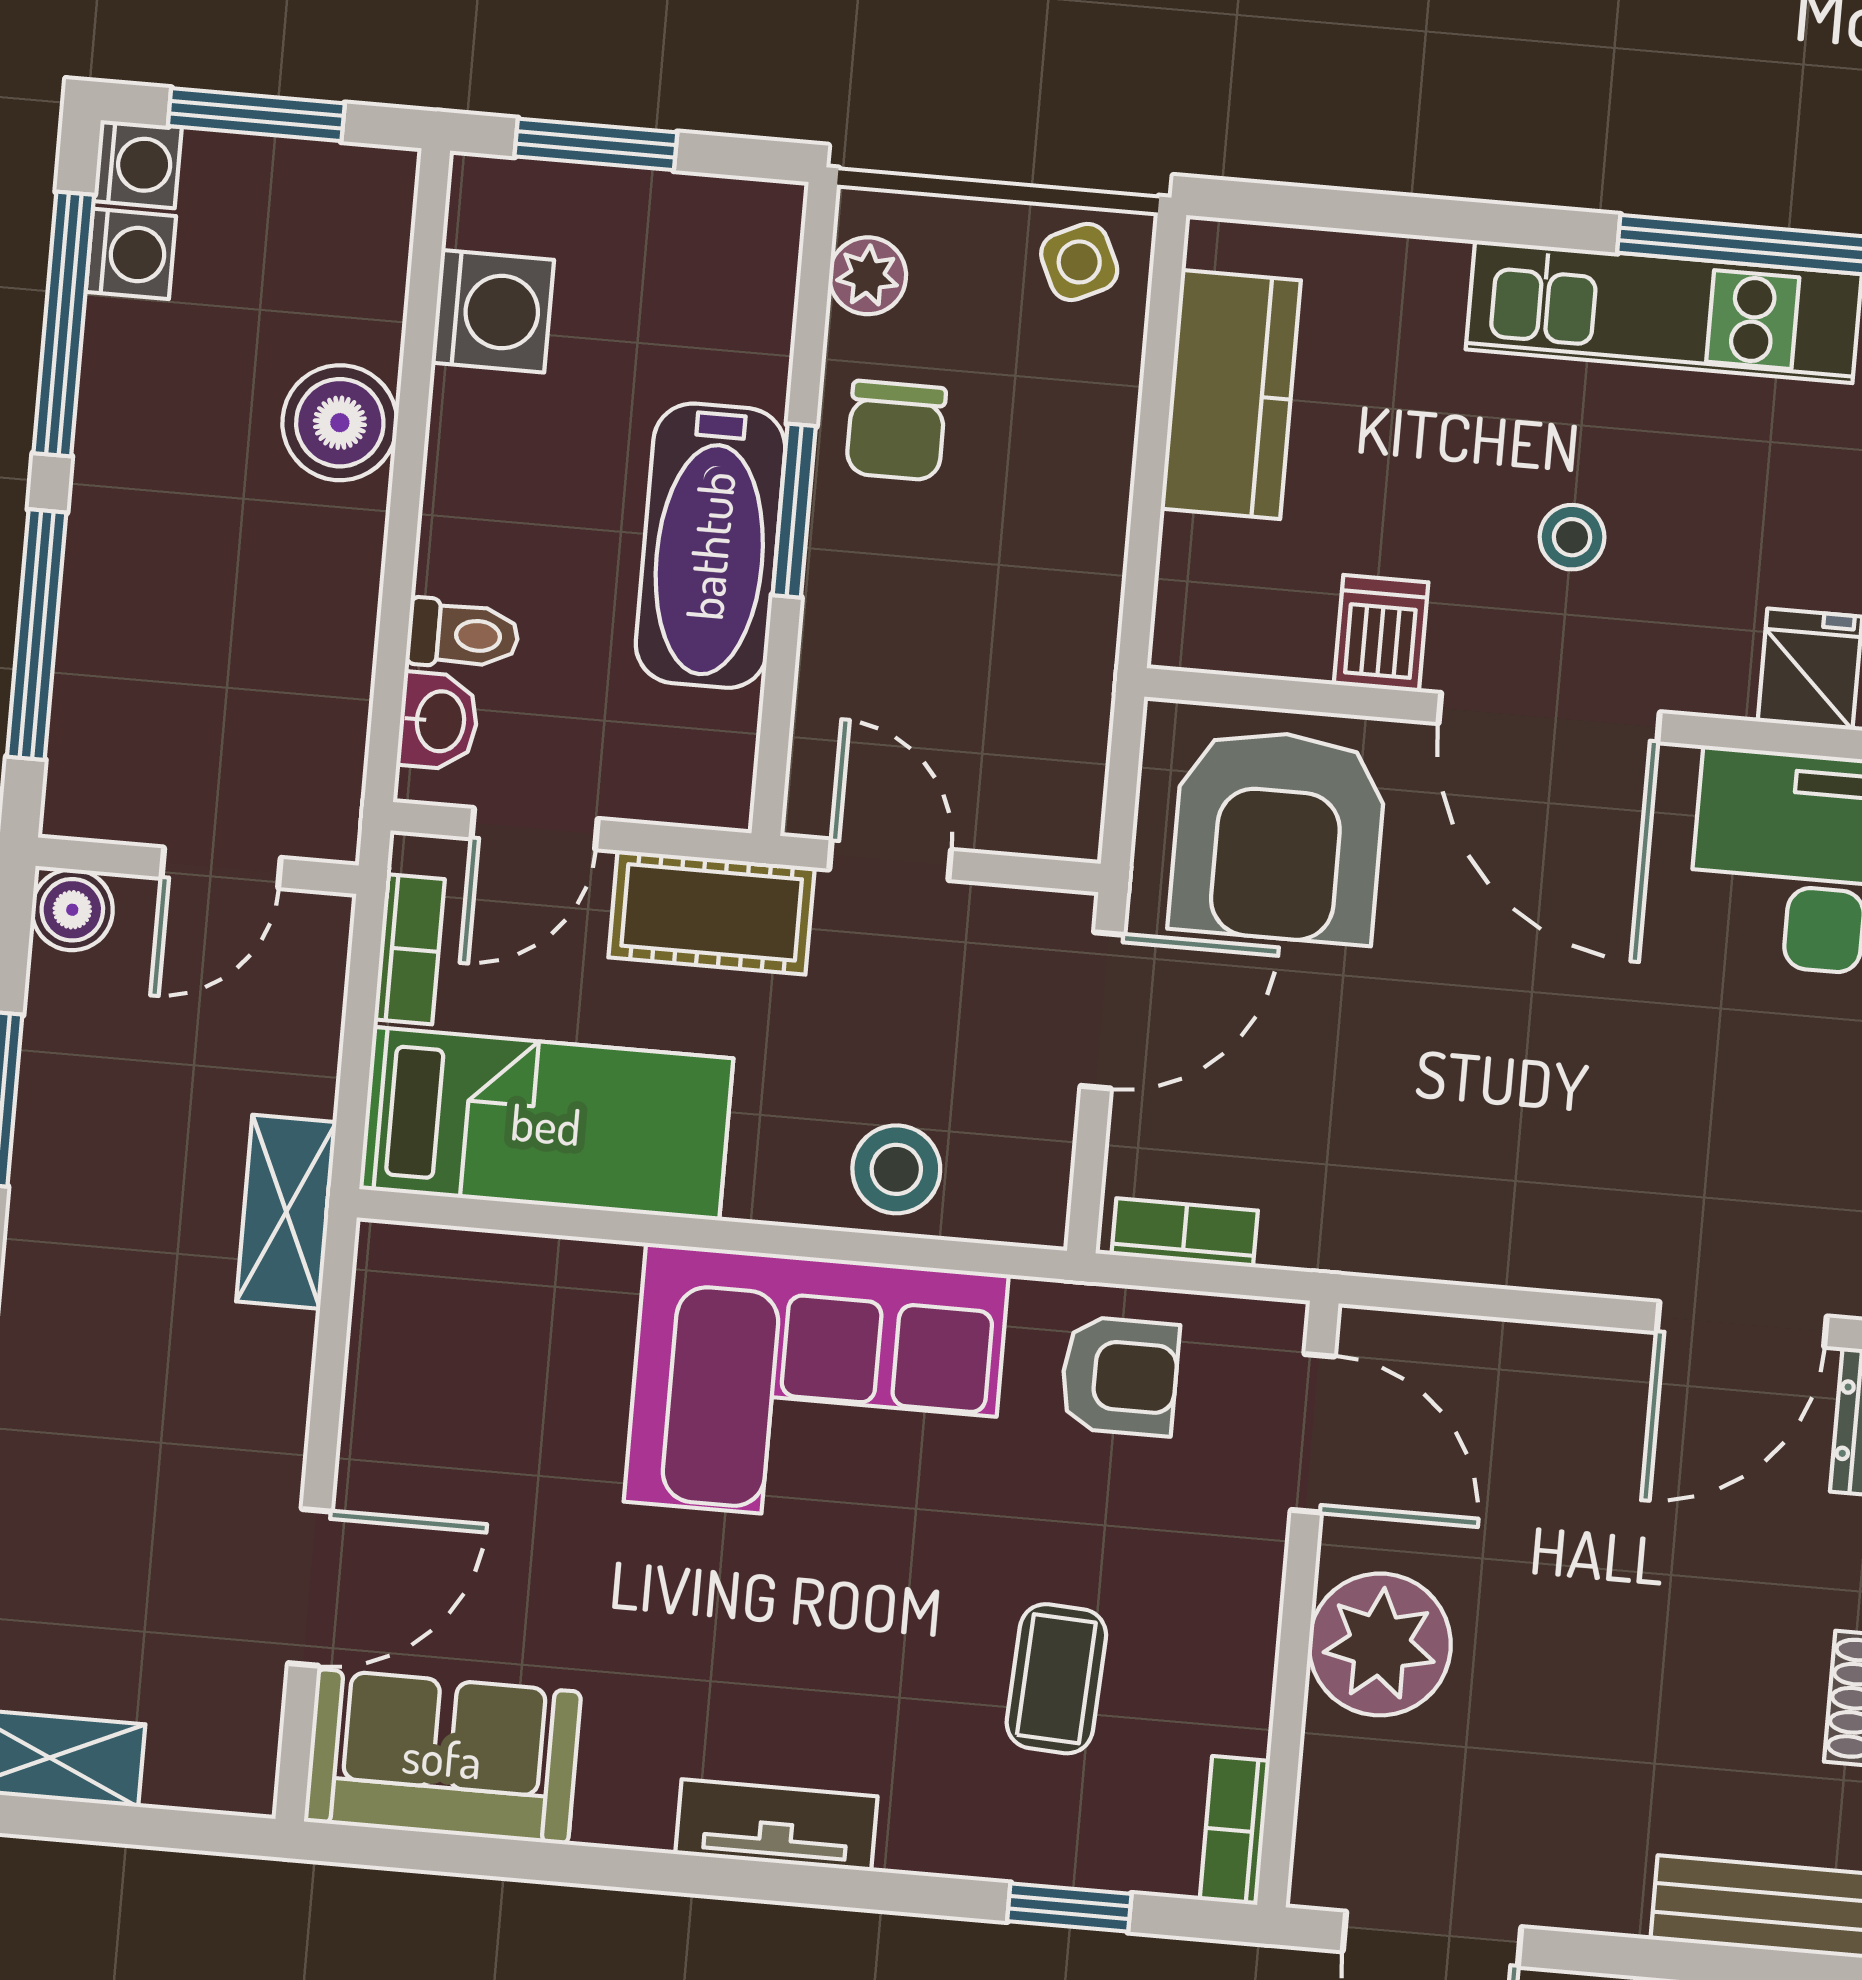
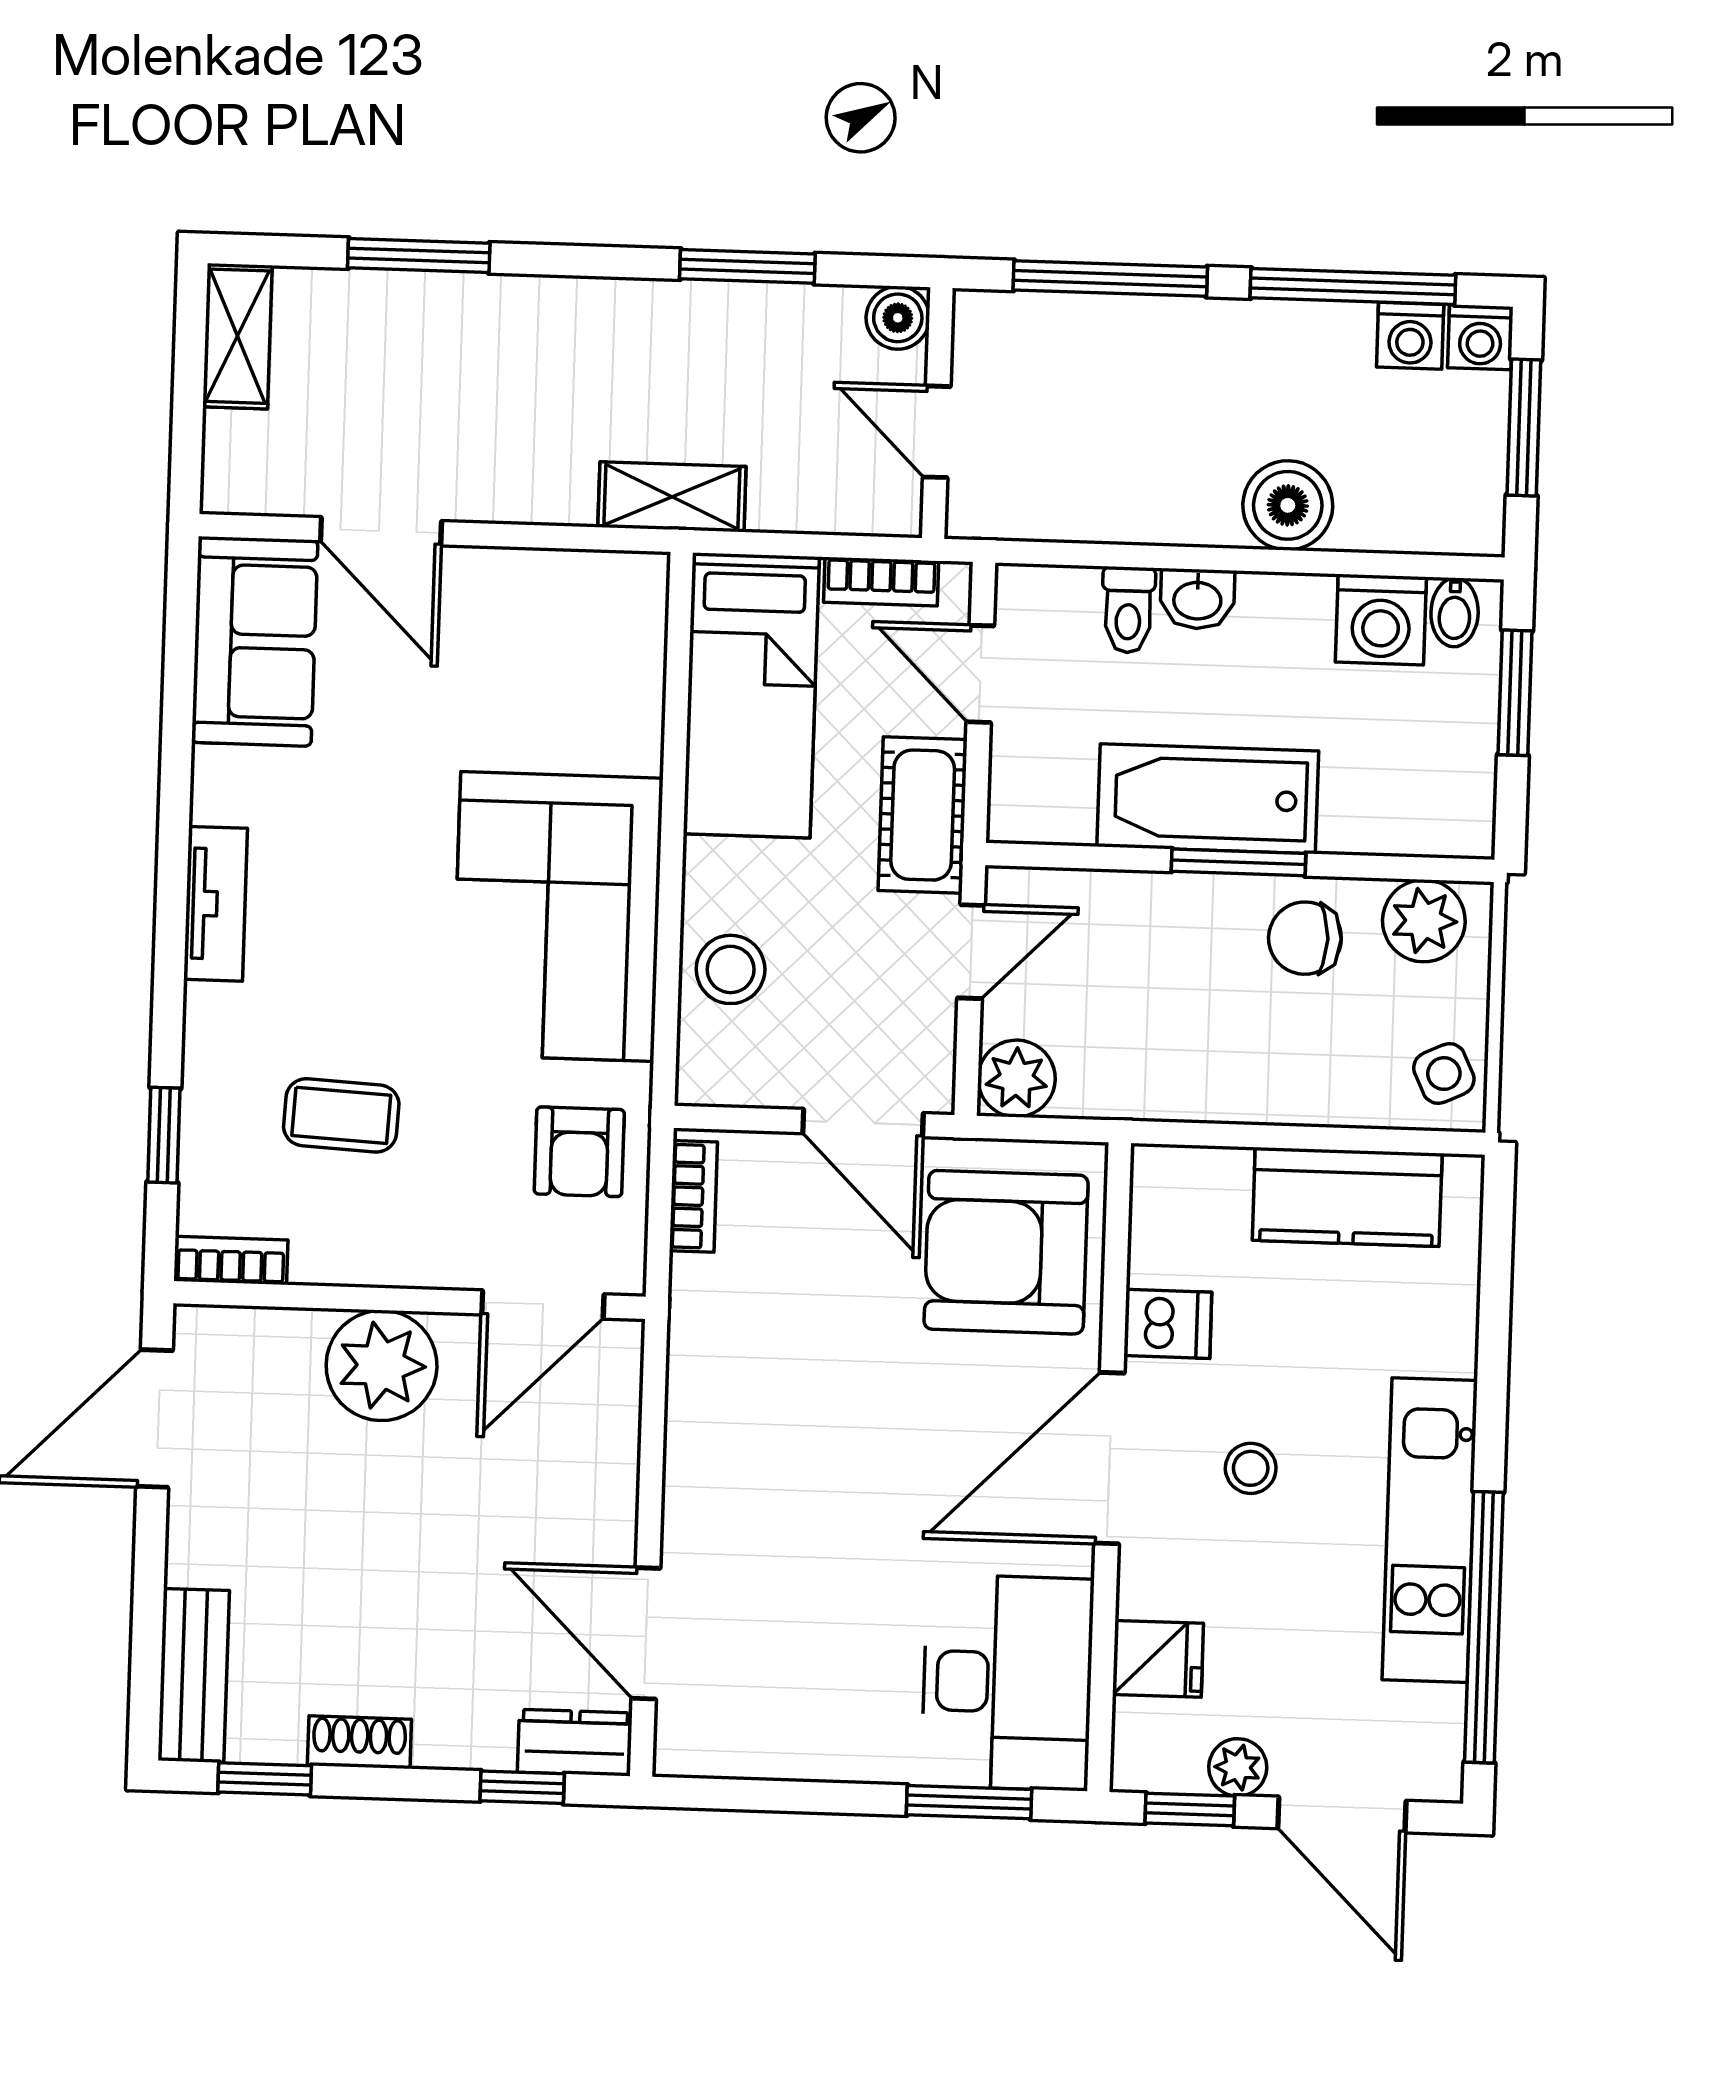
bidet: (489, 216) -> (1455, 612), added
plant: (868, 276) -> (1424, 921), width x1.38, depth x1.38
washbasin: (438, 721) -> (1197, 599), moved
plant: (1056, 810) -> (1017, 1079), added

